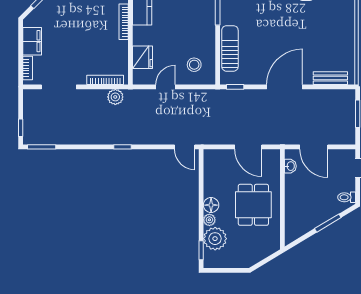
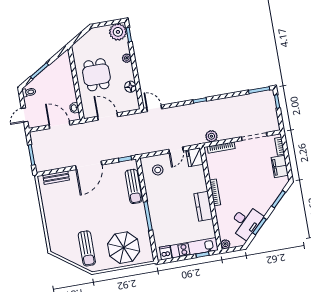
fridge: (143, 57) -> (195, 157), moved
floor lamp: (211, 205) -> (130, 87), moved
plant: (215, 239) -> (118, 32), moved

